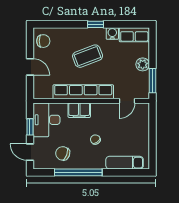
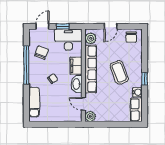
plant: (143, 64) -> (90, 116), moved
window: (152, 81) -> (100, 124), removed
plant: (45, 92) -> (91, 38), added
washbasin: (102, 109) -> (77, 84), added

